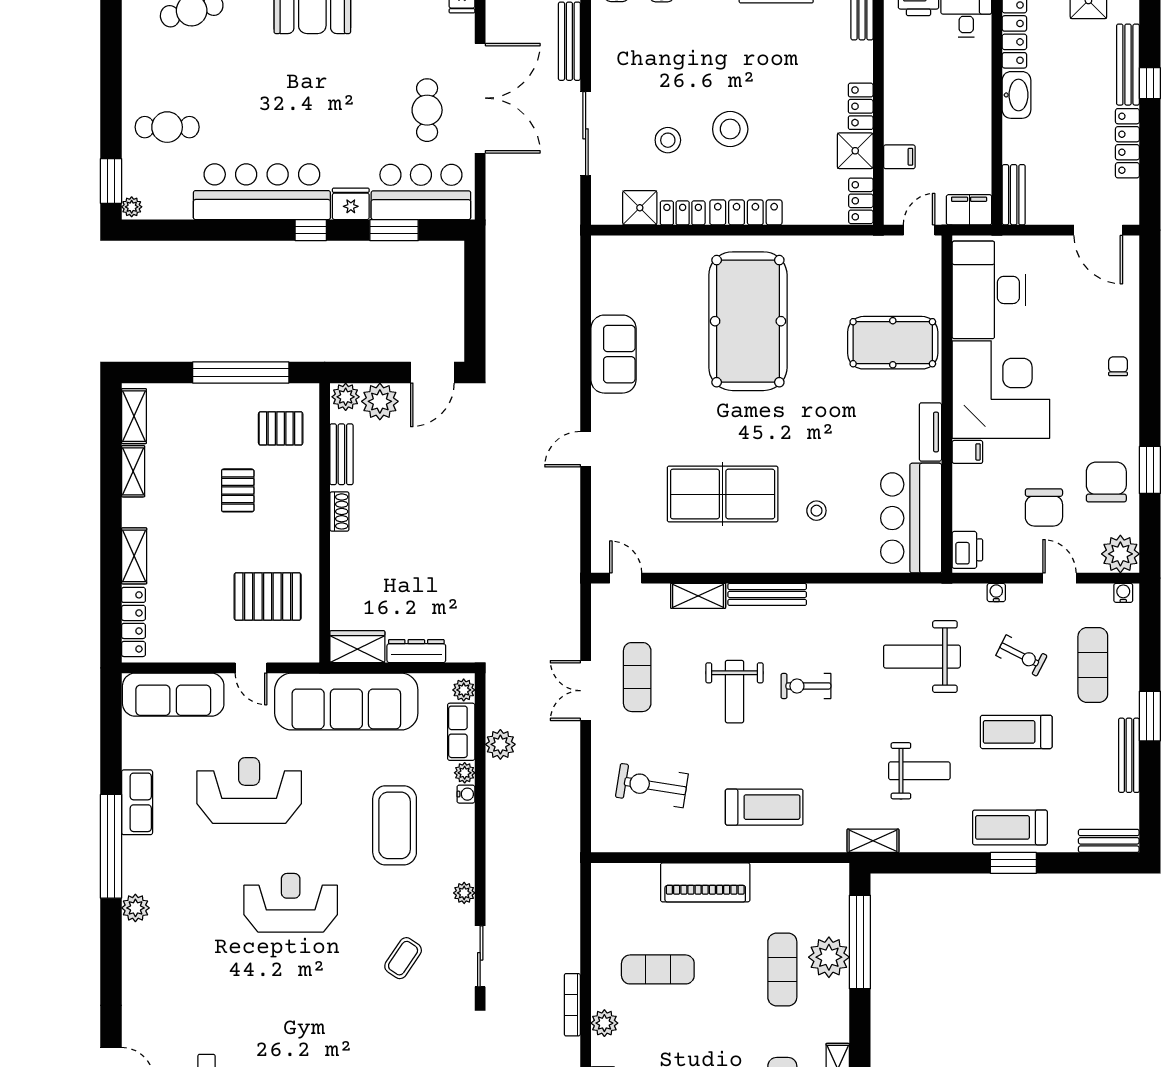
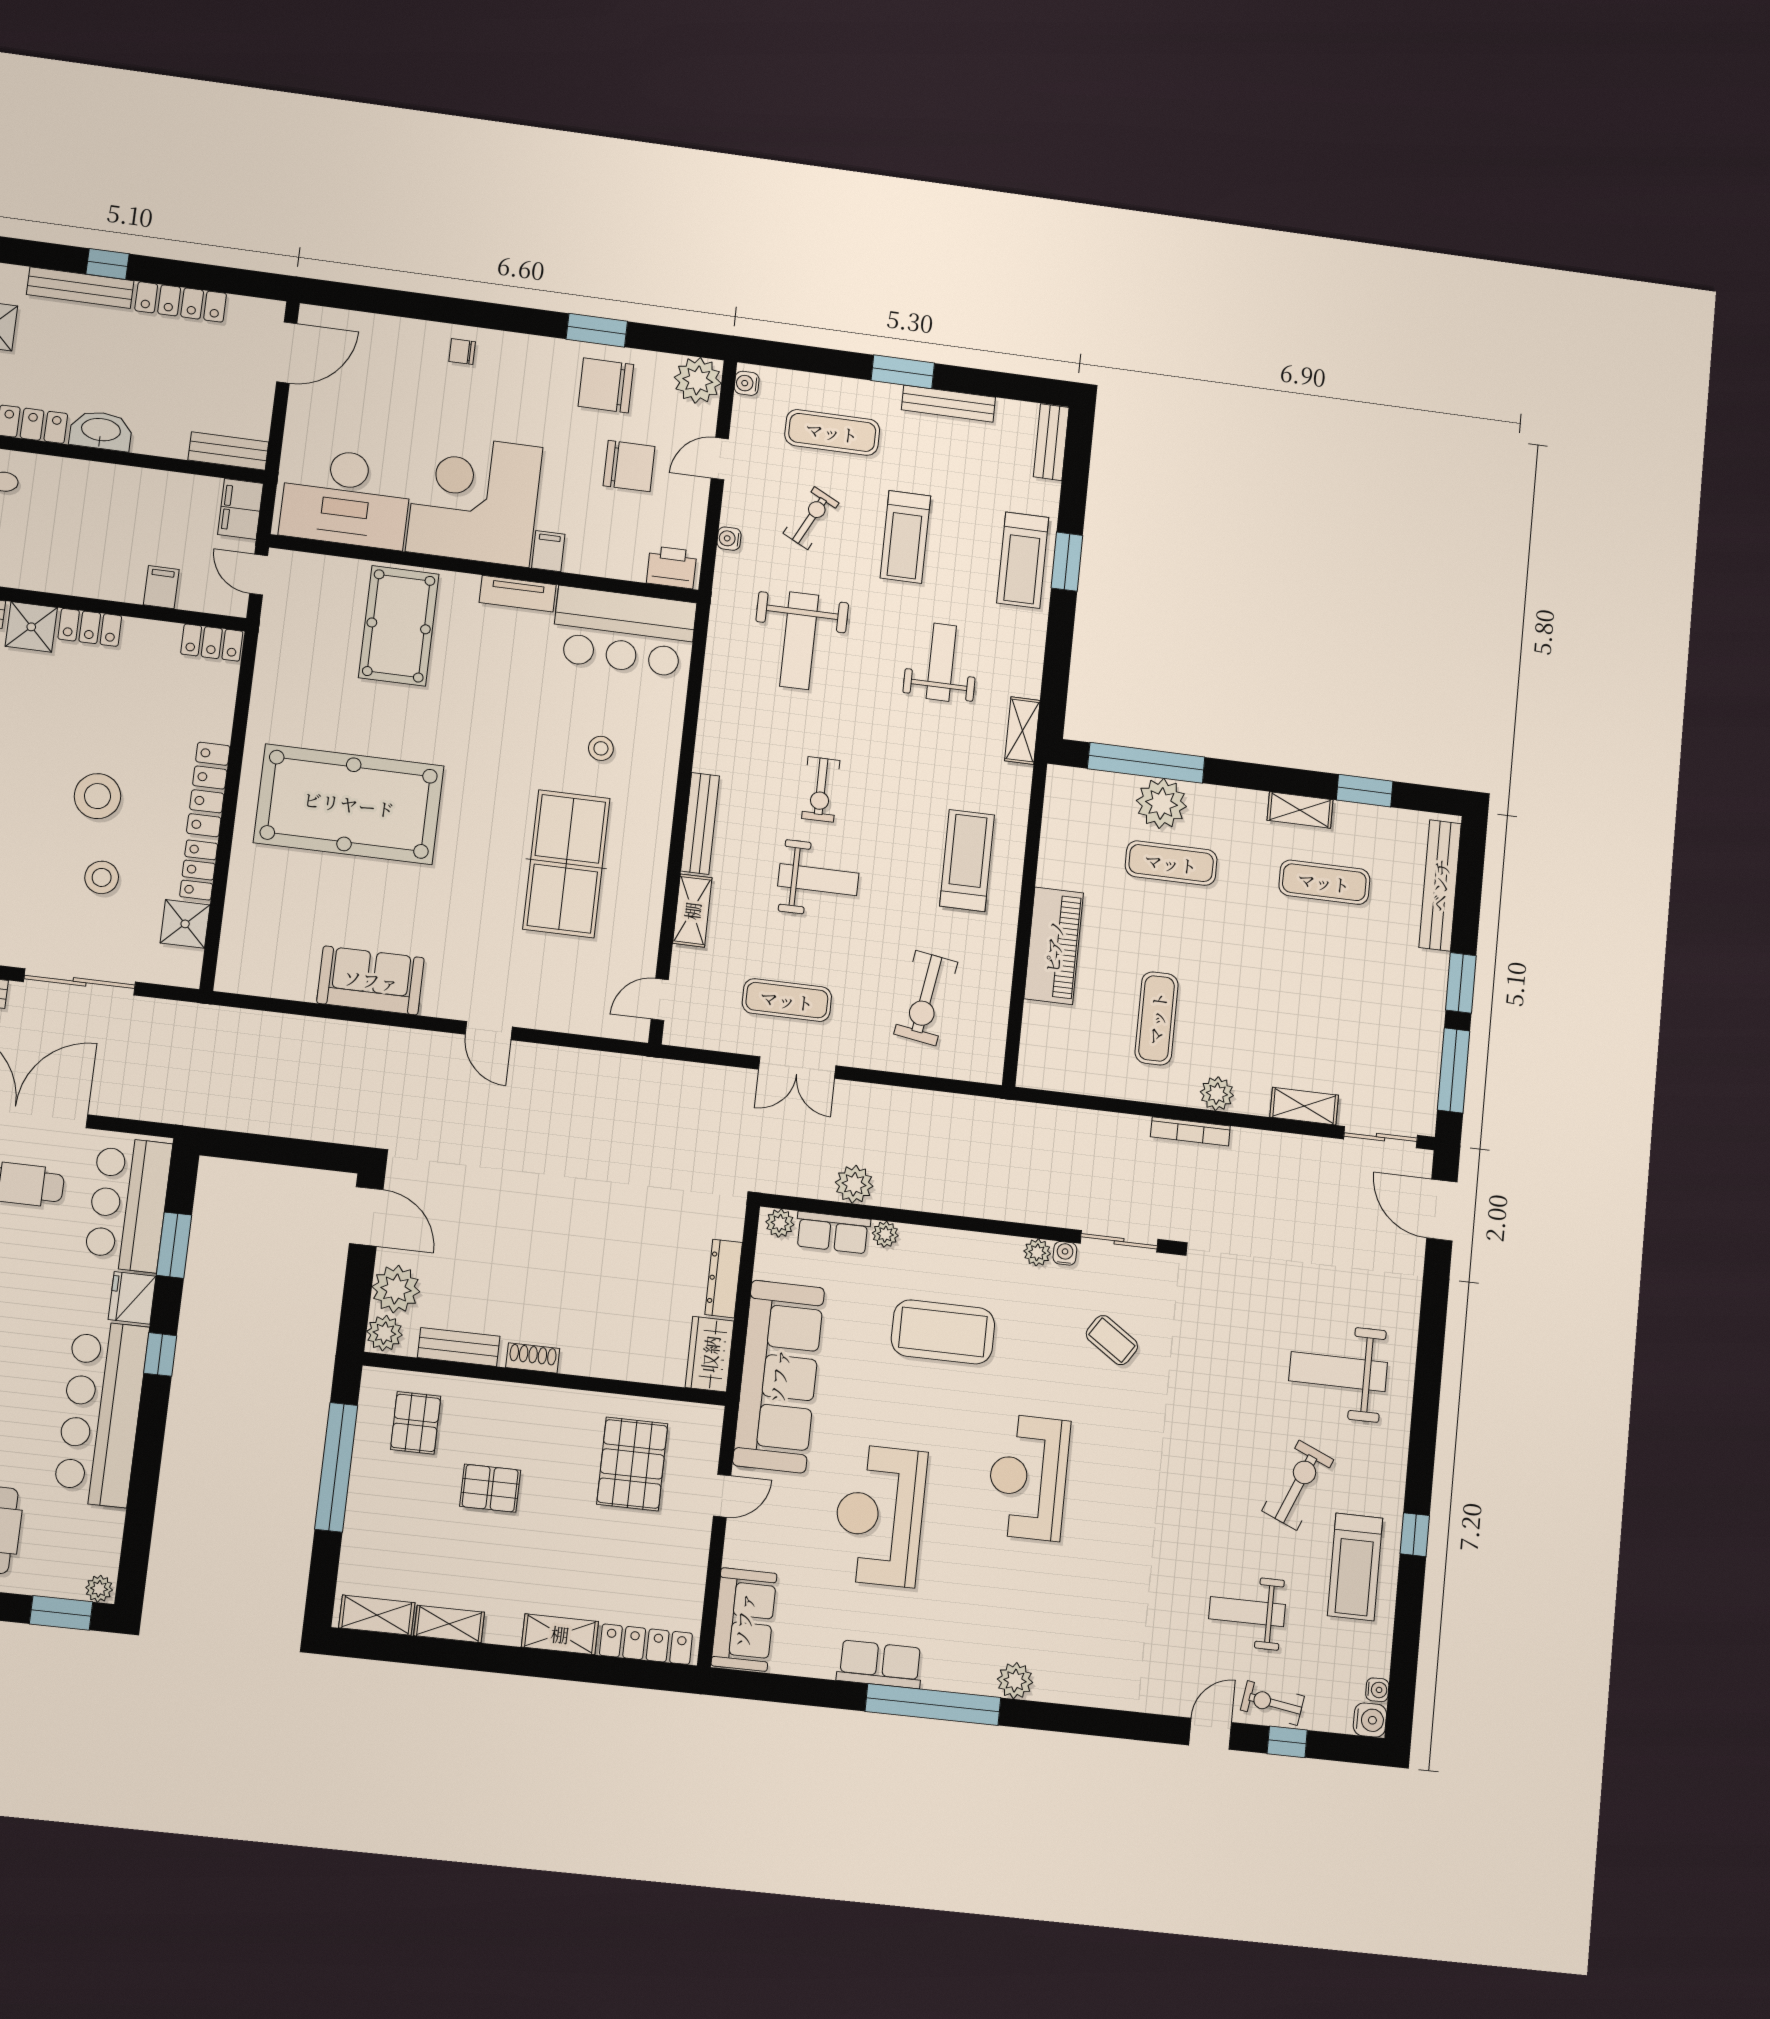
shower: (855, 151) -> (31, 627), moved
sofa: (173, 695) -> (744, 1620), width x0.73
water cooler: (466, 794) -> (1065, 1253), moved

